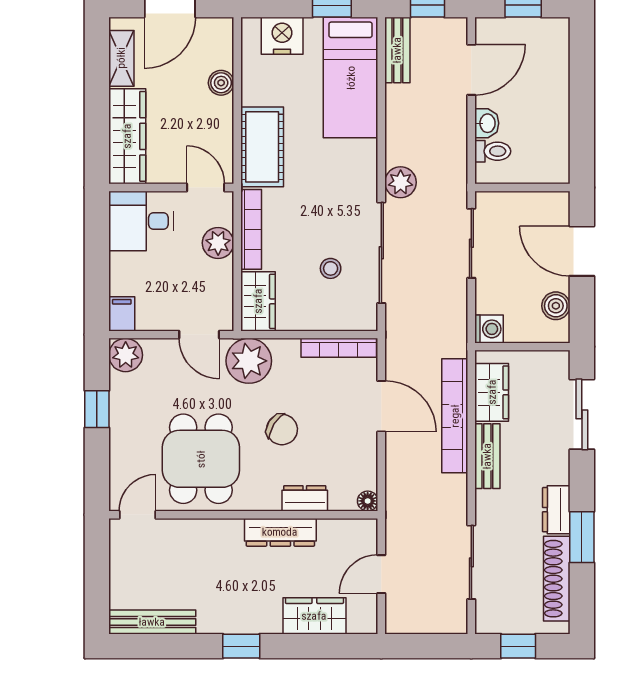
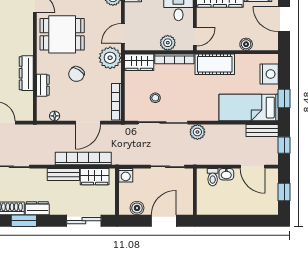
floor lamp: (368, 501) -> (55, 116), moved

